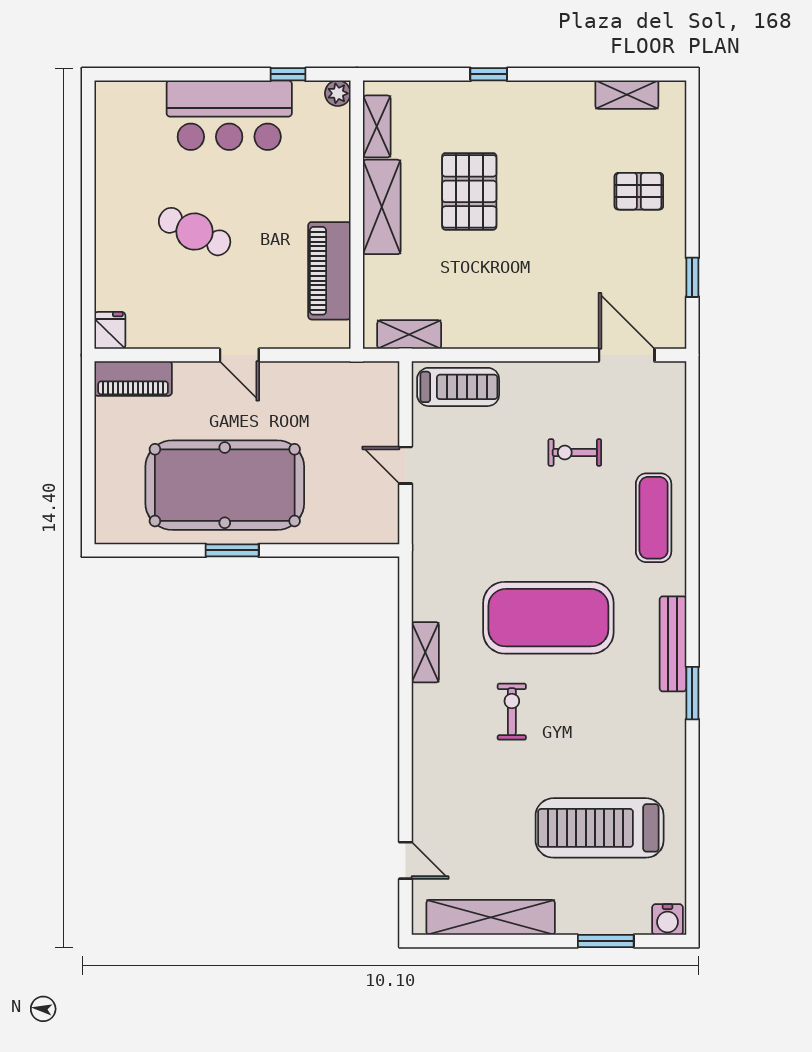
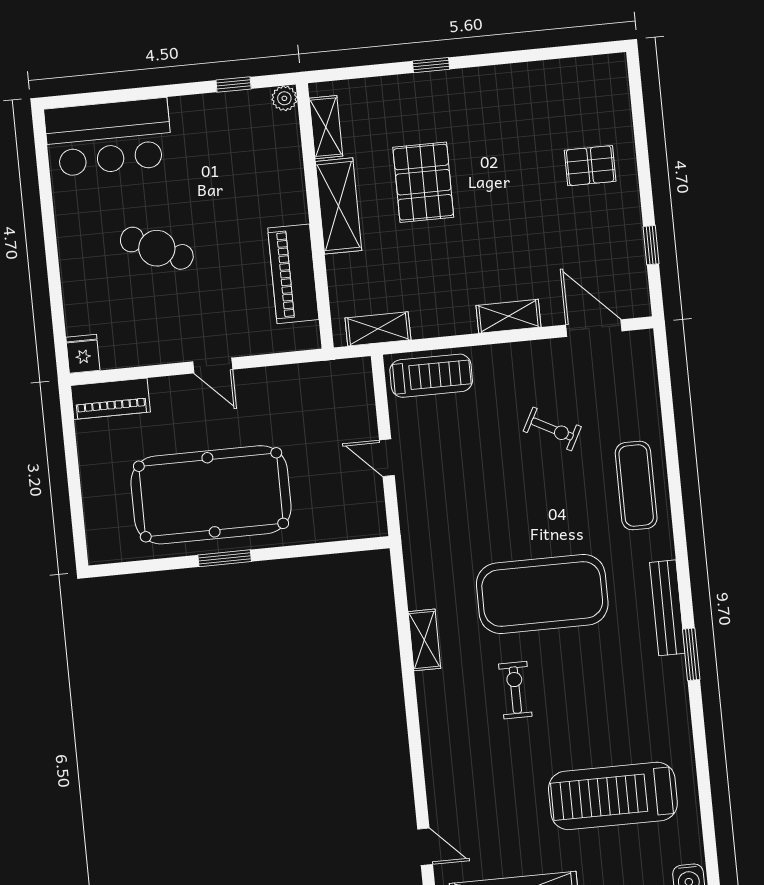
shelving: (627, 95) -> (509, 316), moved
bar counter: (229, 115) -> (108, 137), moved
exercise bike: (575, 453) -> (552, 429), turned -152

